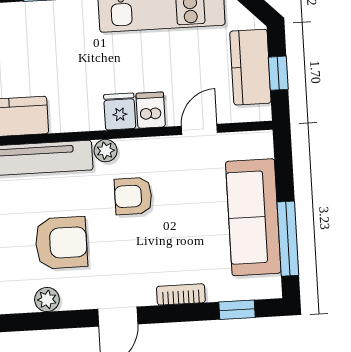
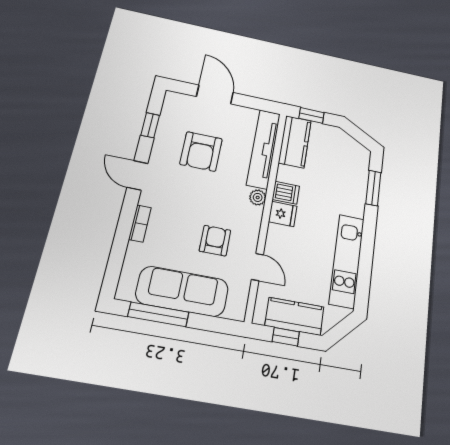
dishwasher: (151, 110) -> (286, 193), moved
armchair: (133, 196) -> (215, 241), moved
plant: (47, 300) -> (164, 132), removed
window: (237, 310) -> (150, 125), moved

